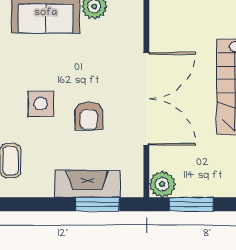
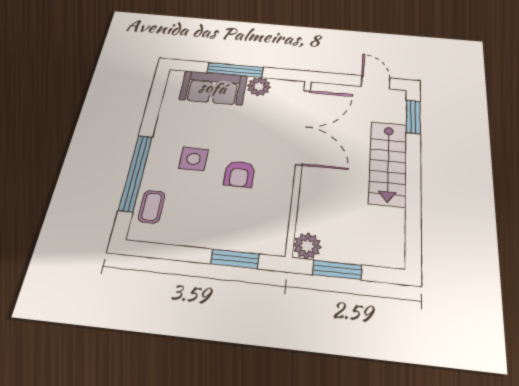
double door: (146, 99) -> (303, 126), moved
fireplace: (87, 184) -> (227, 237), removed

